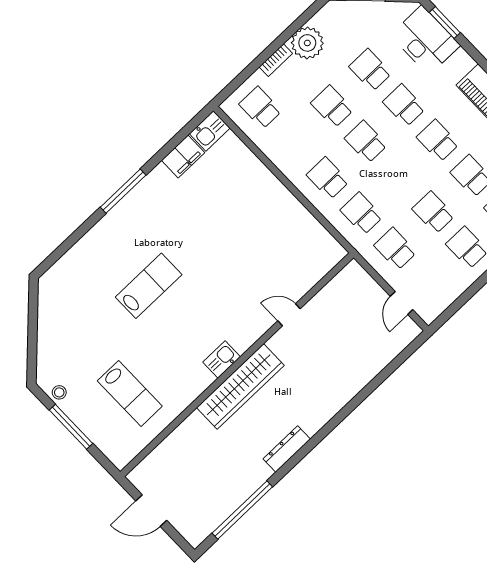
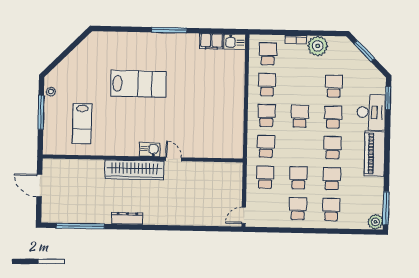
desk: (425, 40) -> (371, 112), moved
school desk: (332, 106) -> (267, 85), moved
lab bench: (149, 286) -> (138, 84), width x1.36, depth x1.39
door: (402, 303) -> (244, 215), moved
door: (289, 315) -> (174, 159), moved
kitchen sink: (222, 359) -> (150, 150), moved

